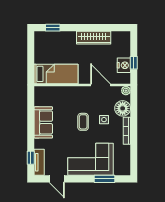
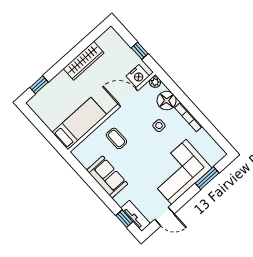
nightstand: (124, 65) -> (138, 76), moved, turned 90
coffee table: (83, 122) -> (116, 138), moved

